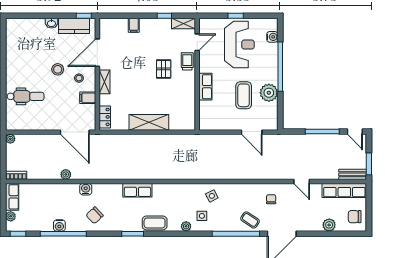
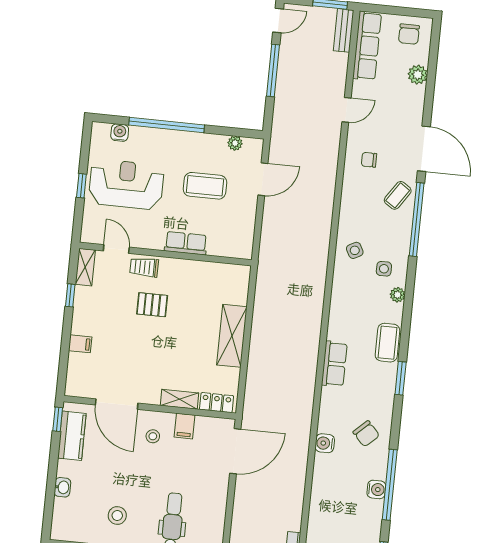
washbasin: (51, 23) -> (62, 487), moved
stool: (58, 69) -> (117, 515), moved
shelving: (105, 82) -> (180, 399), moved
plant: (269, 93) -> (235, 143), moved, width x0.53, depth x0.53
plant: (66, 174) -> (299, 472), removed

